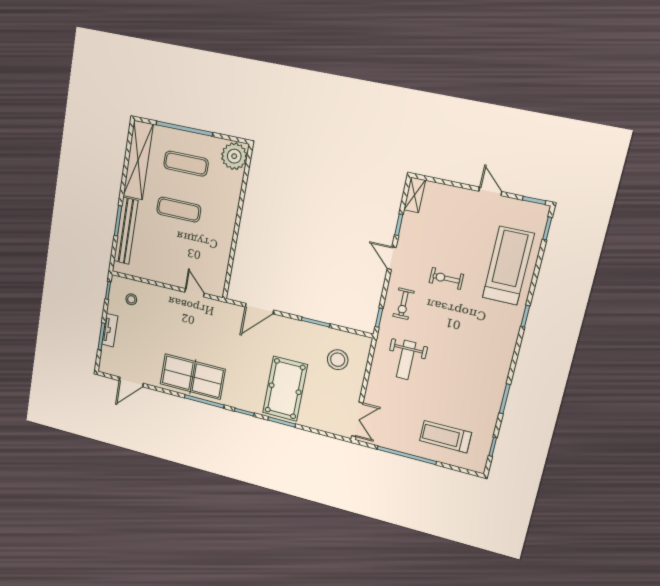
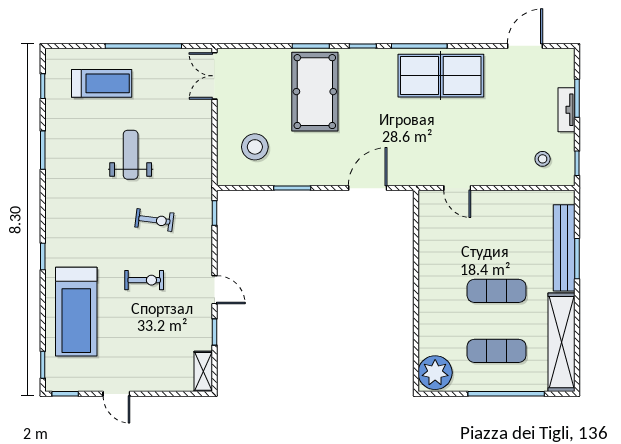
exercise bike: (403, 304) -> (154, 220), moved, turned 97
weight bench: (406, 360) -> (131, 155), moved

